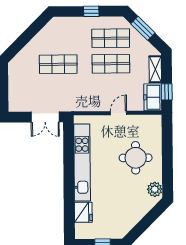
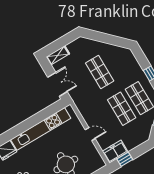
shelving: (155, 69) -> (58, 55), moved
double door: (45, 117) -> (57, 84), swing flipped

